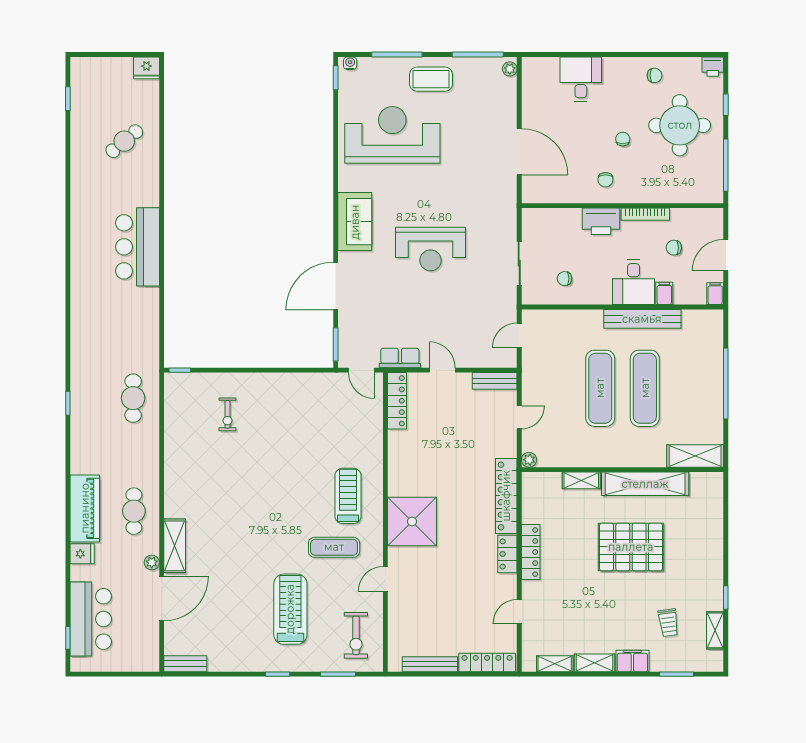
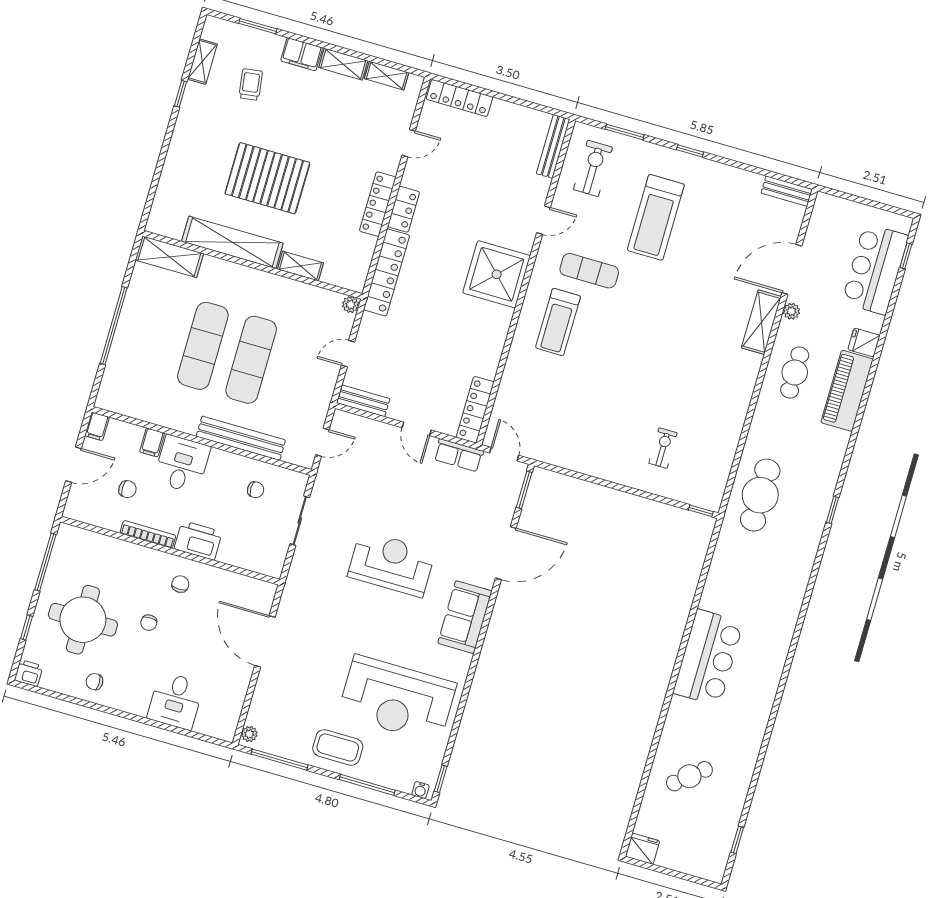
bench: (642, 319) -> (241, 438), moved
cafe table: (133, 398) -> (760, 495), width x1.37, depth x1.35
bench: (430, 664) -> (553, 146), moved, turned 90

